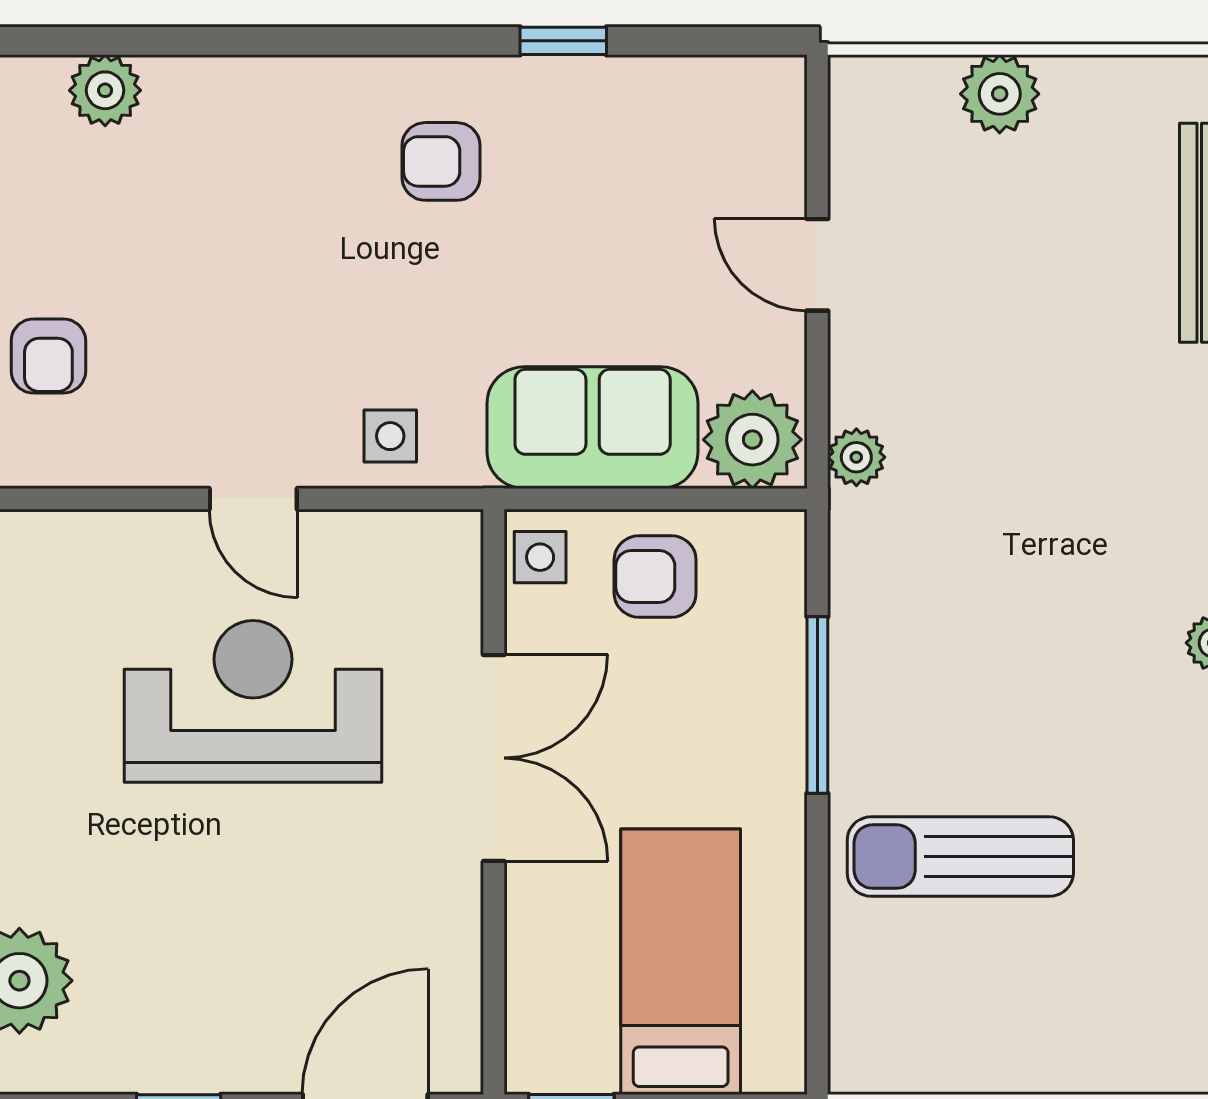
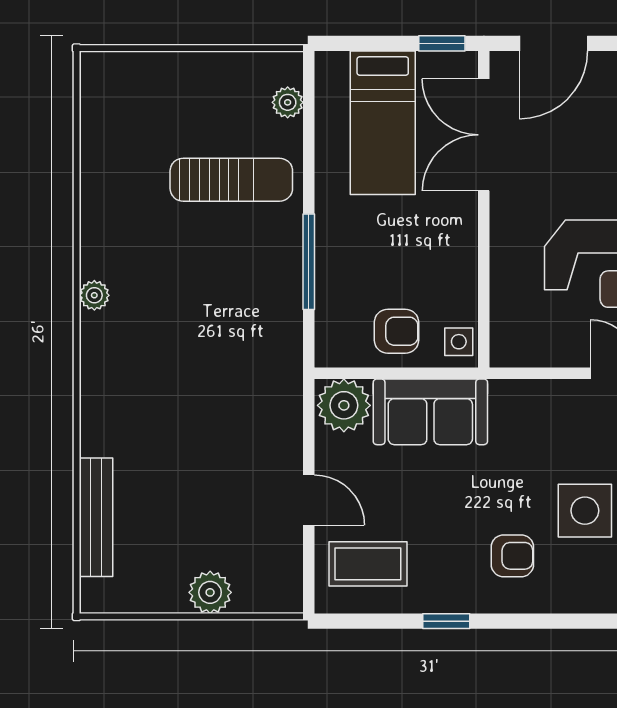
coffee table: (708, 147) -> (368, 564), added
side table: (390, 436) -> (585, 511), moved, width x1.87, depth x1.87
plant: (856, 457) -> (288, 102), moved
double door: (494, 758) -> (484, 135), moved

